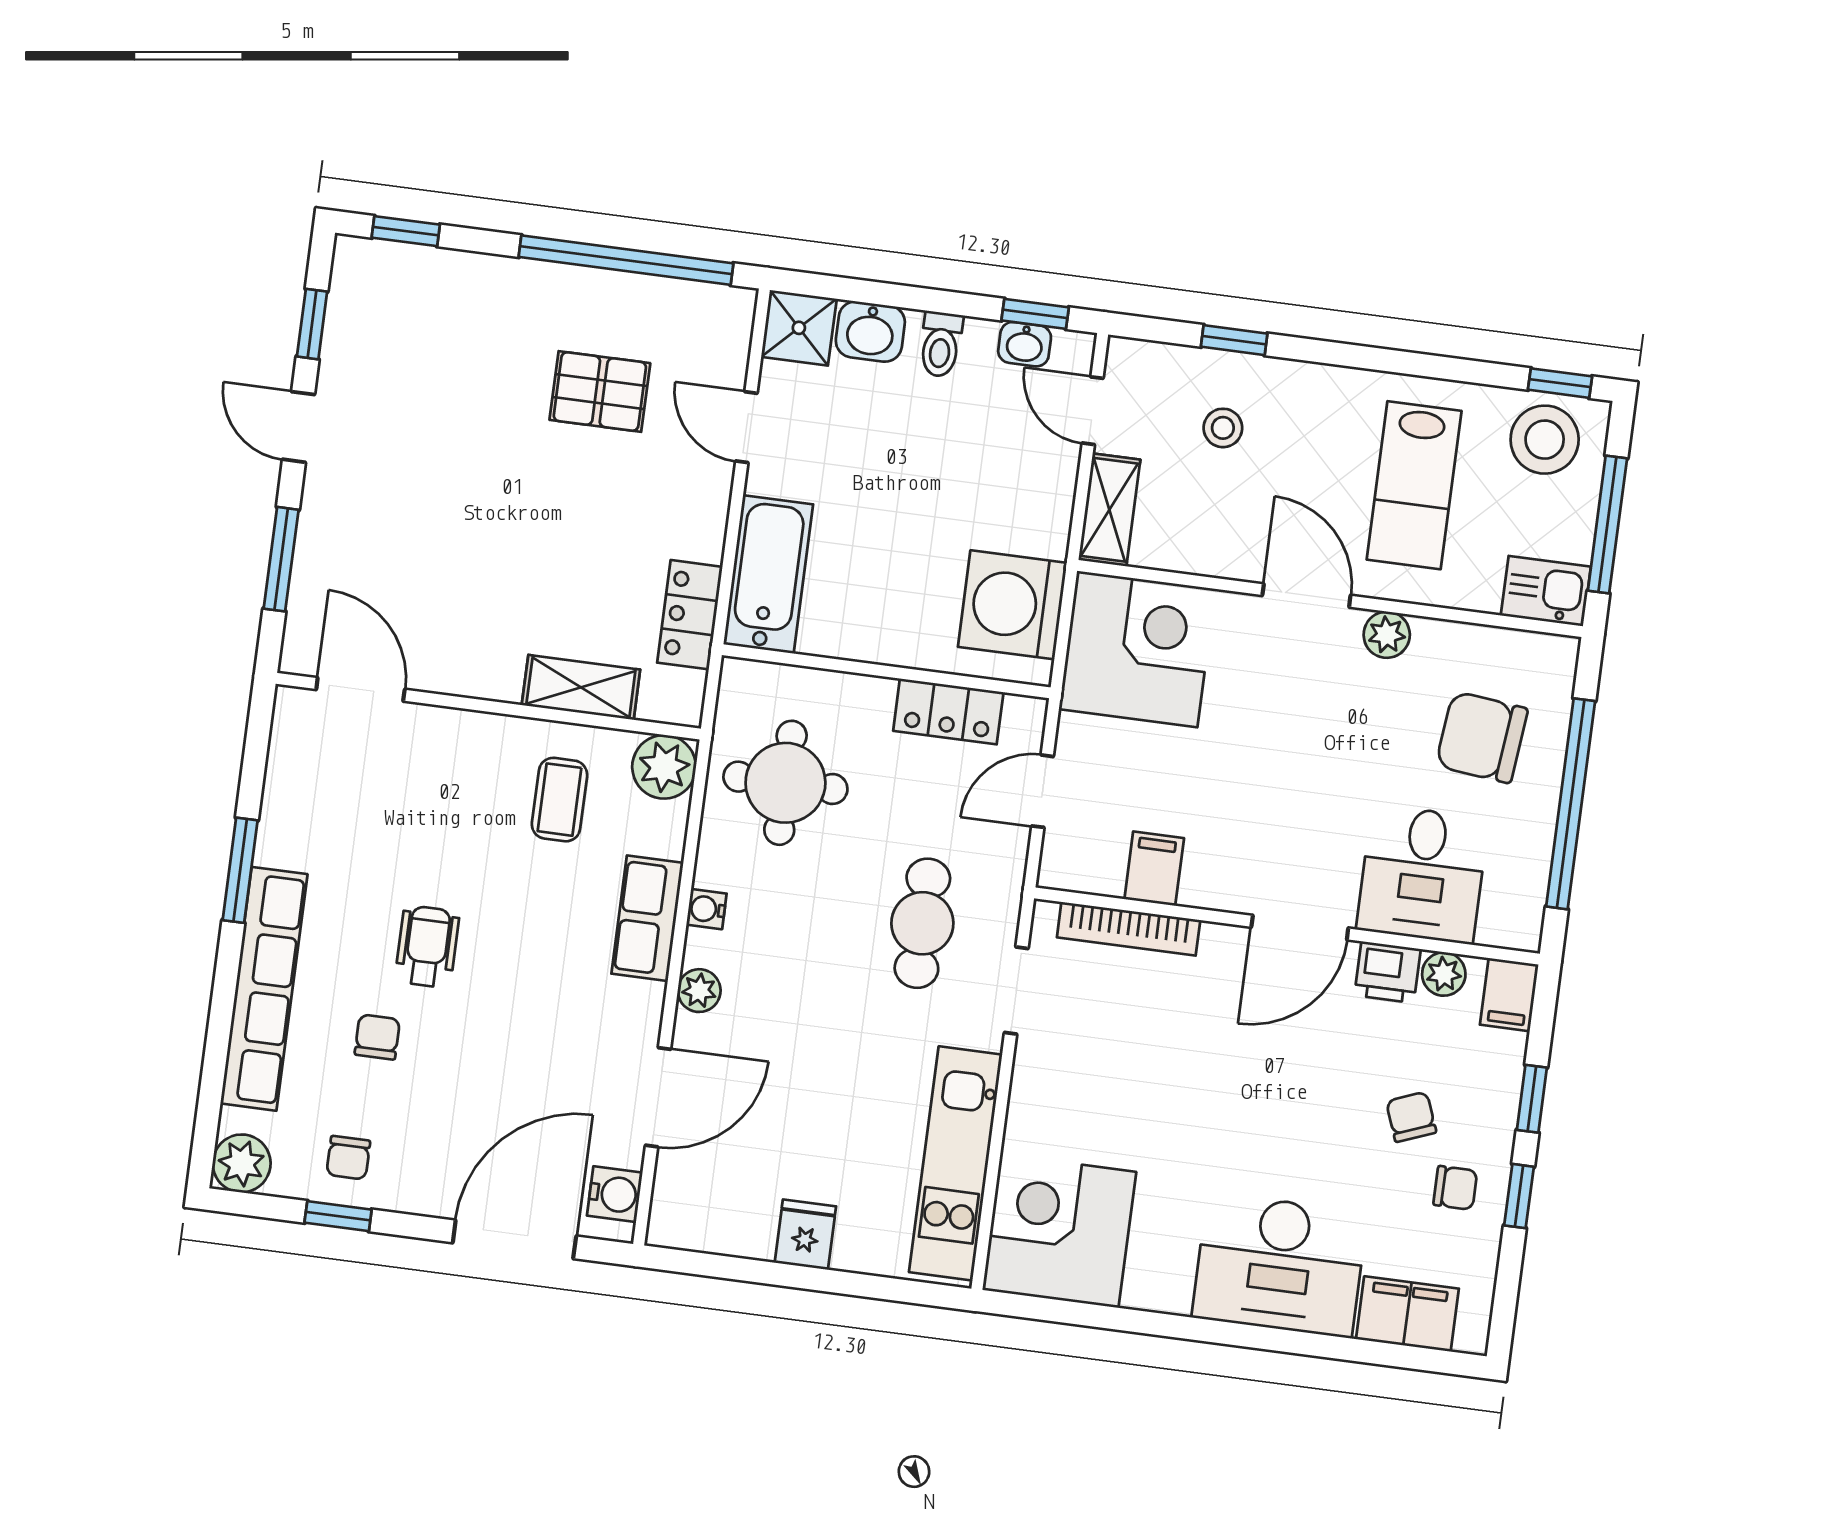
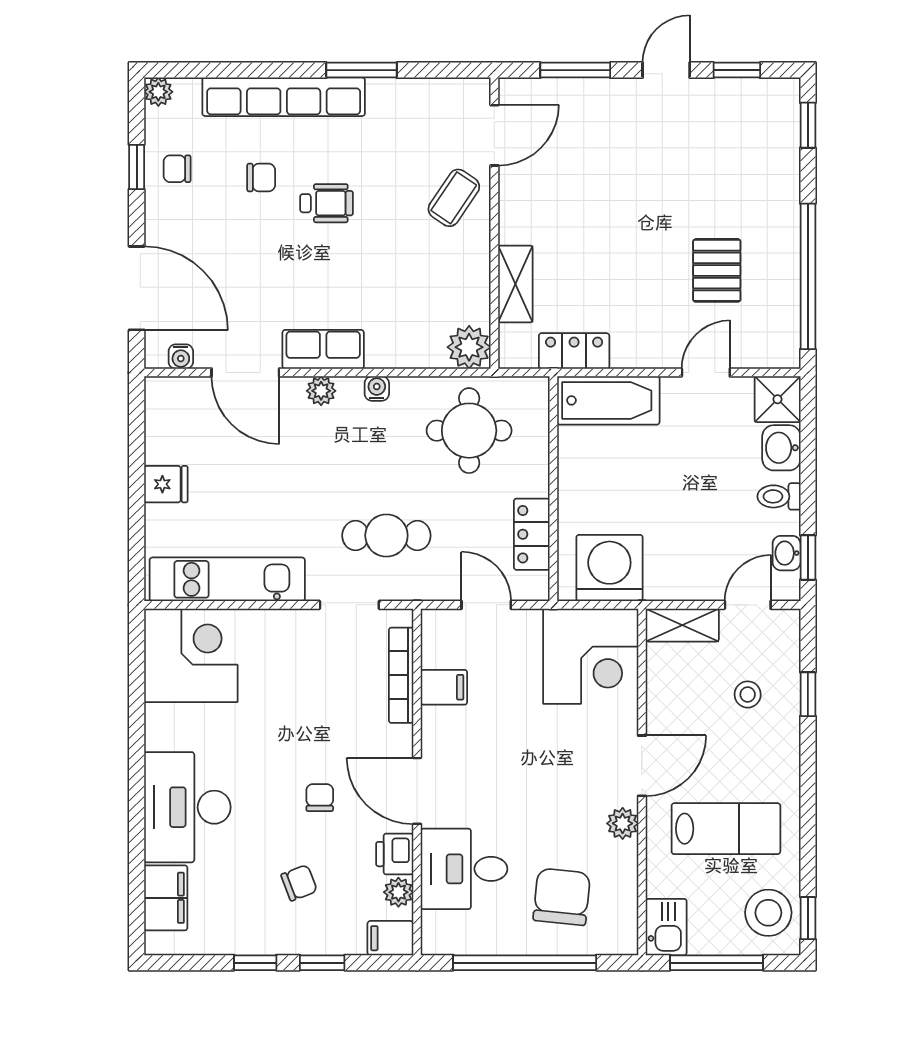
lab bench: (1414, 485) -> (726, 829), turned 180
coffee table: (559, 800) -> (454, 198), moved, turned -56
row of seats: (647, 918) -> (323, 349), moved
plant: (242, 1163) -> (158, 92), width x0.73, depth x0.73
chair: (1455, 1188) -> (320, 798), moved, turned 180
water cooler: (615, 1194) -> (181, 357), width x0.72, depth x0.72

